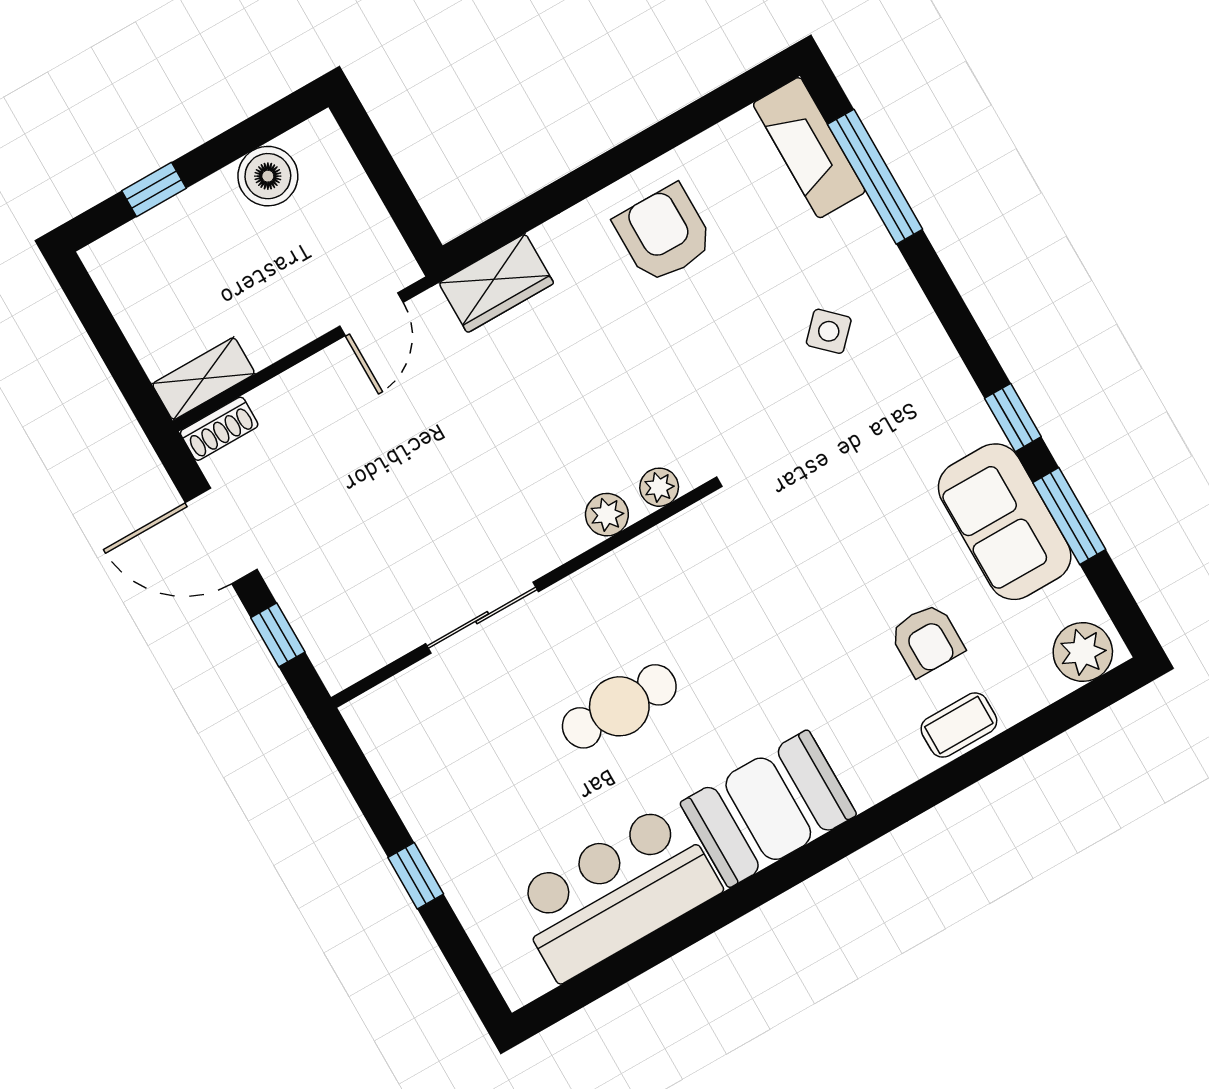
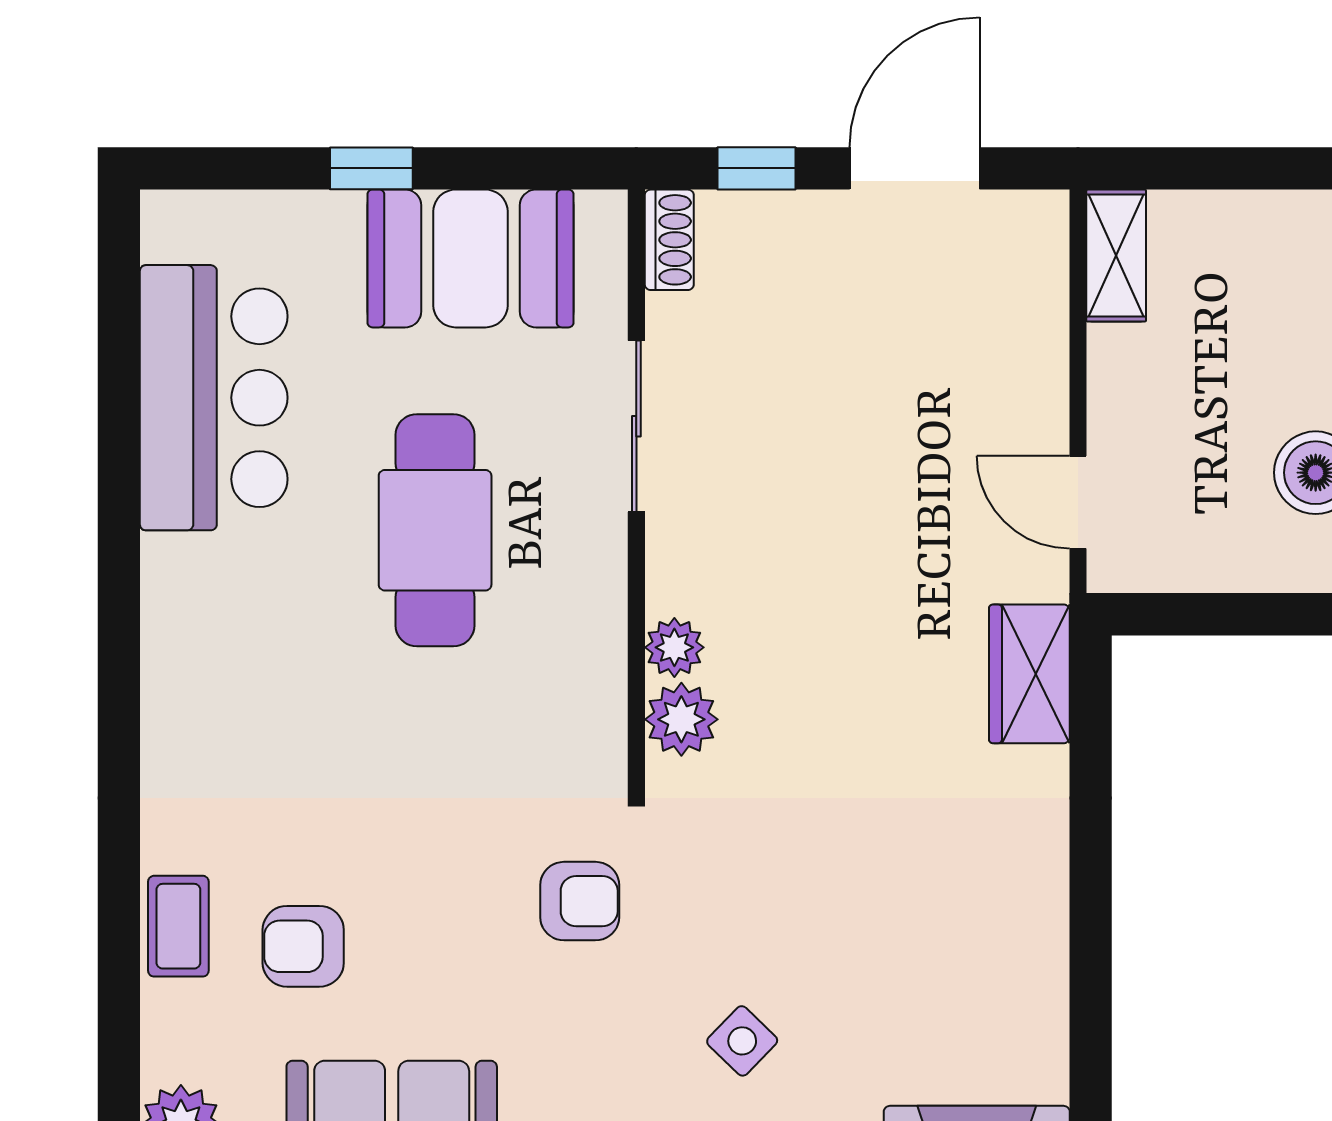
armchair: (664, 234) -> (580, 901), moved, width x0.72, depth x0.72
shoe rack: (219, 429) -> (669, 240), moved, turned 180
plant: (659, 487) -> (681, 719), width x1.38, depth x1.38
cafe table: (619, 706) -> (435, 530), width x1.37, depth x1.35
booth: (768, 809) -> (471, 258), moved, turned 90

